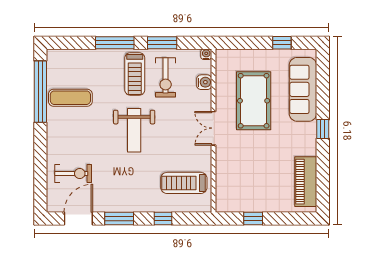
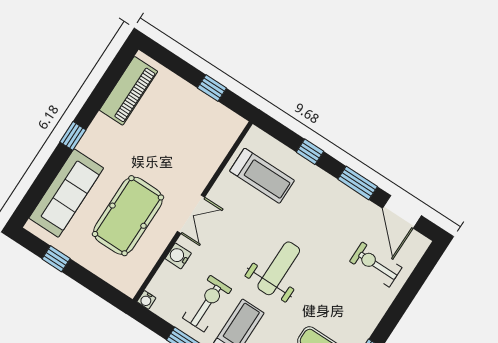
water cooler: (204, 82) -> (178, 256), moved
door: (78, 219) -> (402, 212), hinge flipped

